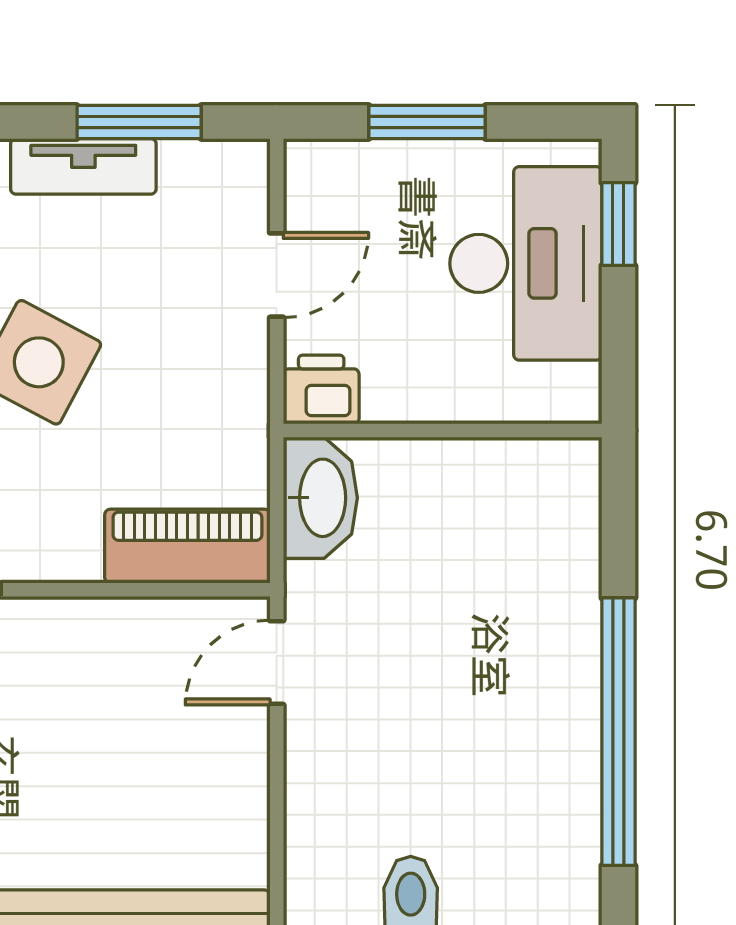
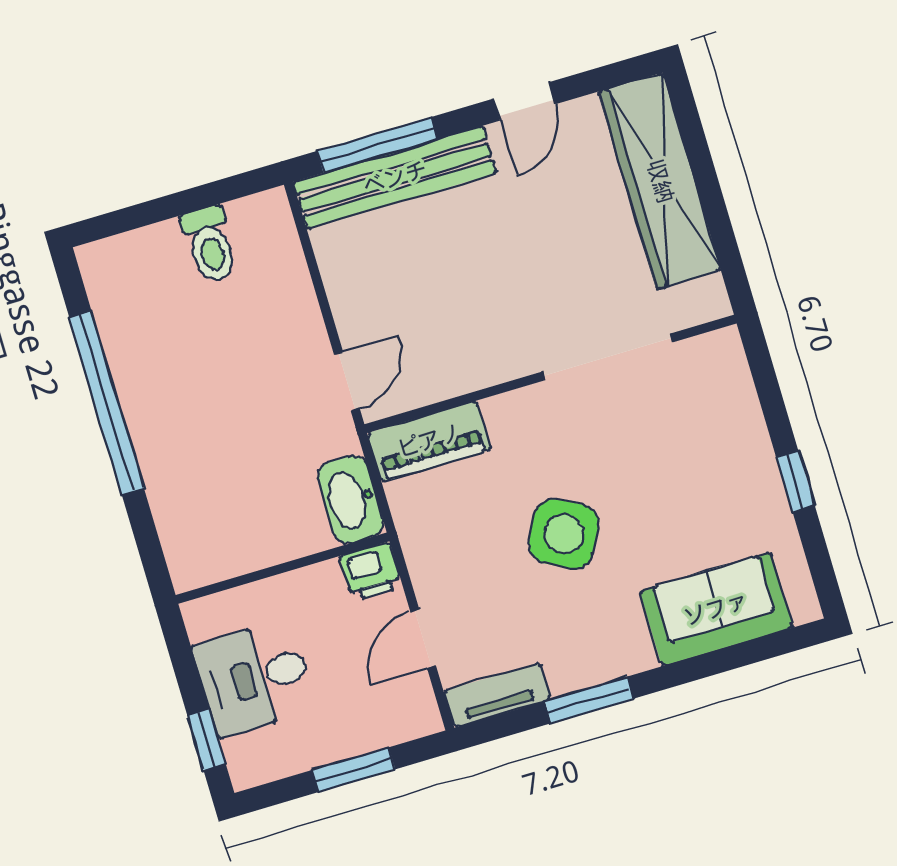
window: (139, 122) -> (589, 700), moved
tv unit: (83, 166) -> (497, 695), moved
desk: (526, 263) -> (255, 678), width x0.73

